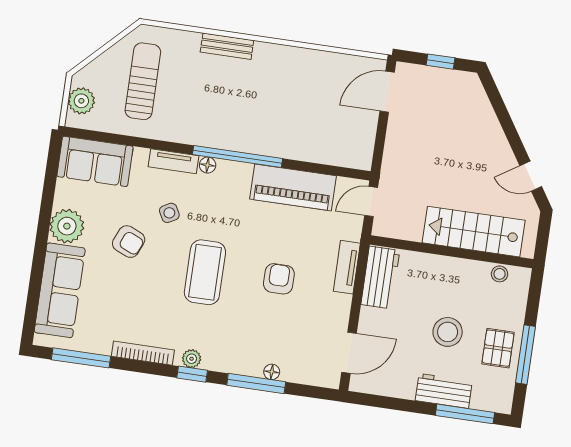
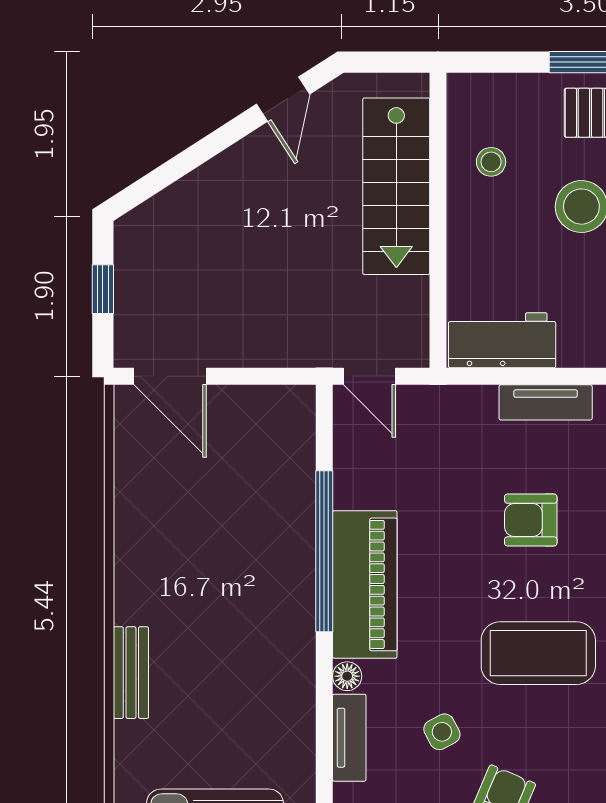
window: (238, 157) -> (324, 551), moved
piano: (293, 187) -> (365, 584), moved
tv unit: (347, 267) -> (546, 402), moved
stool: (500, 274) -> (491, 162), moved

